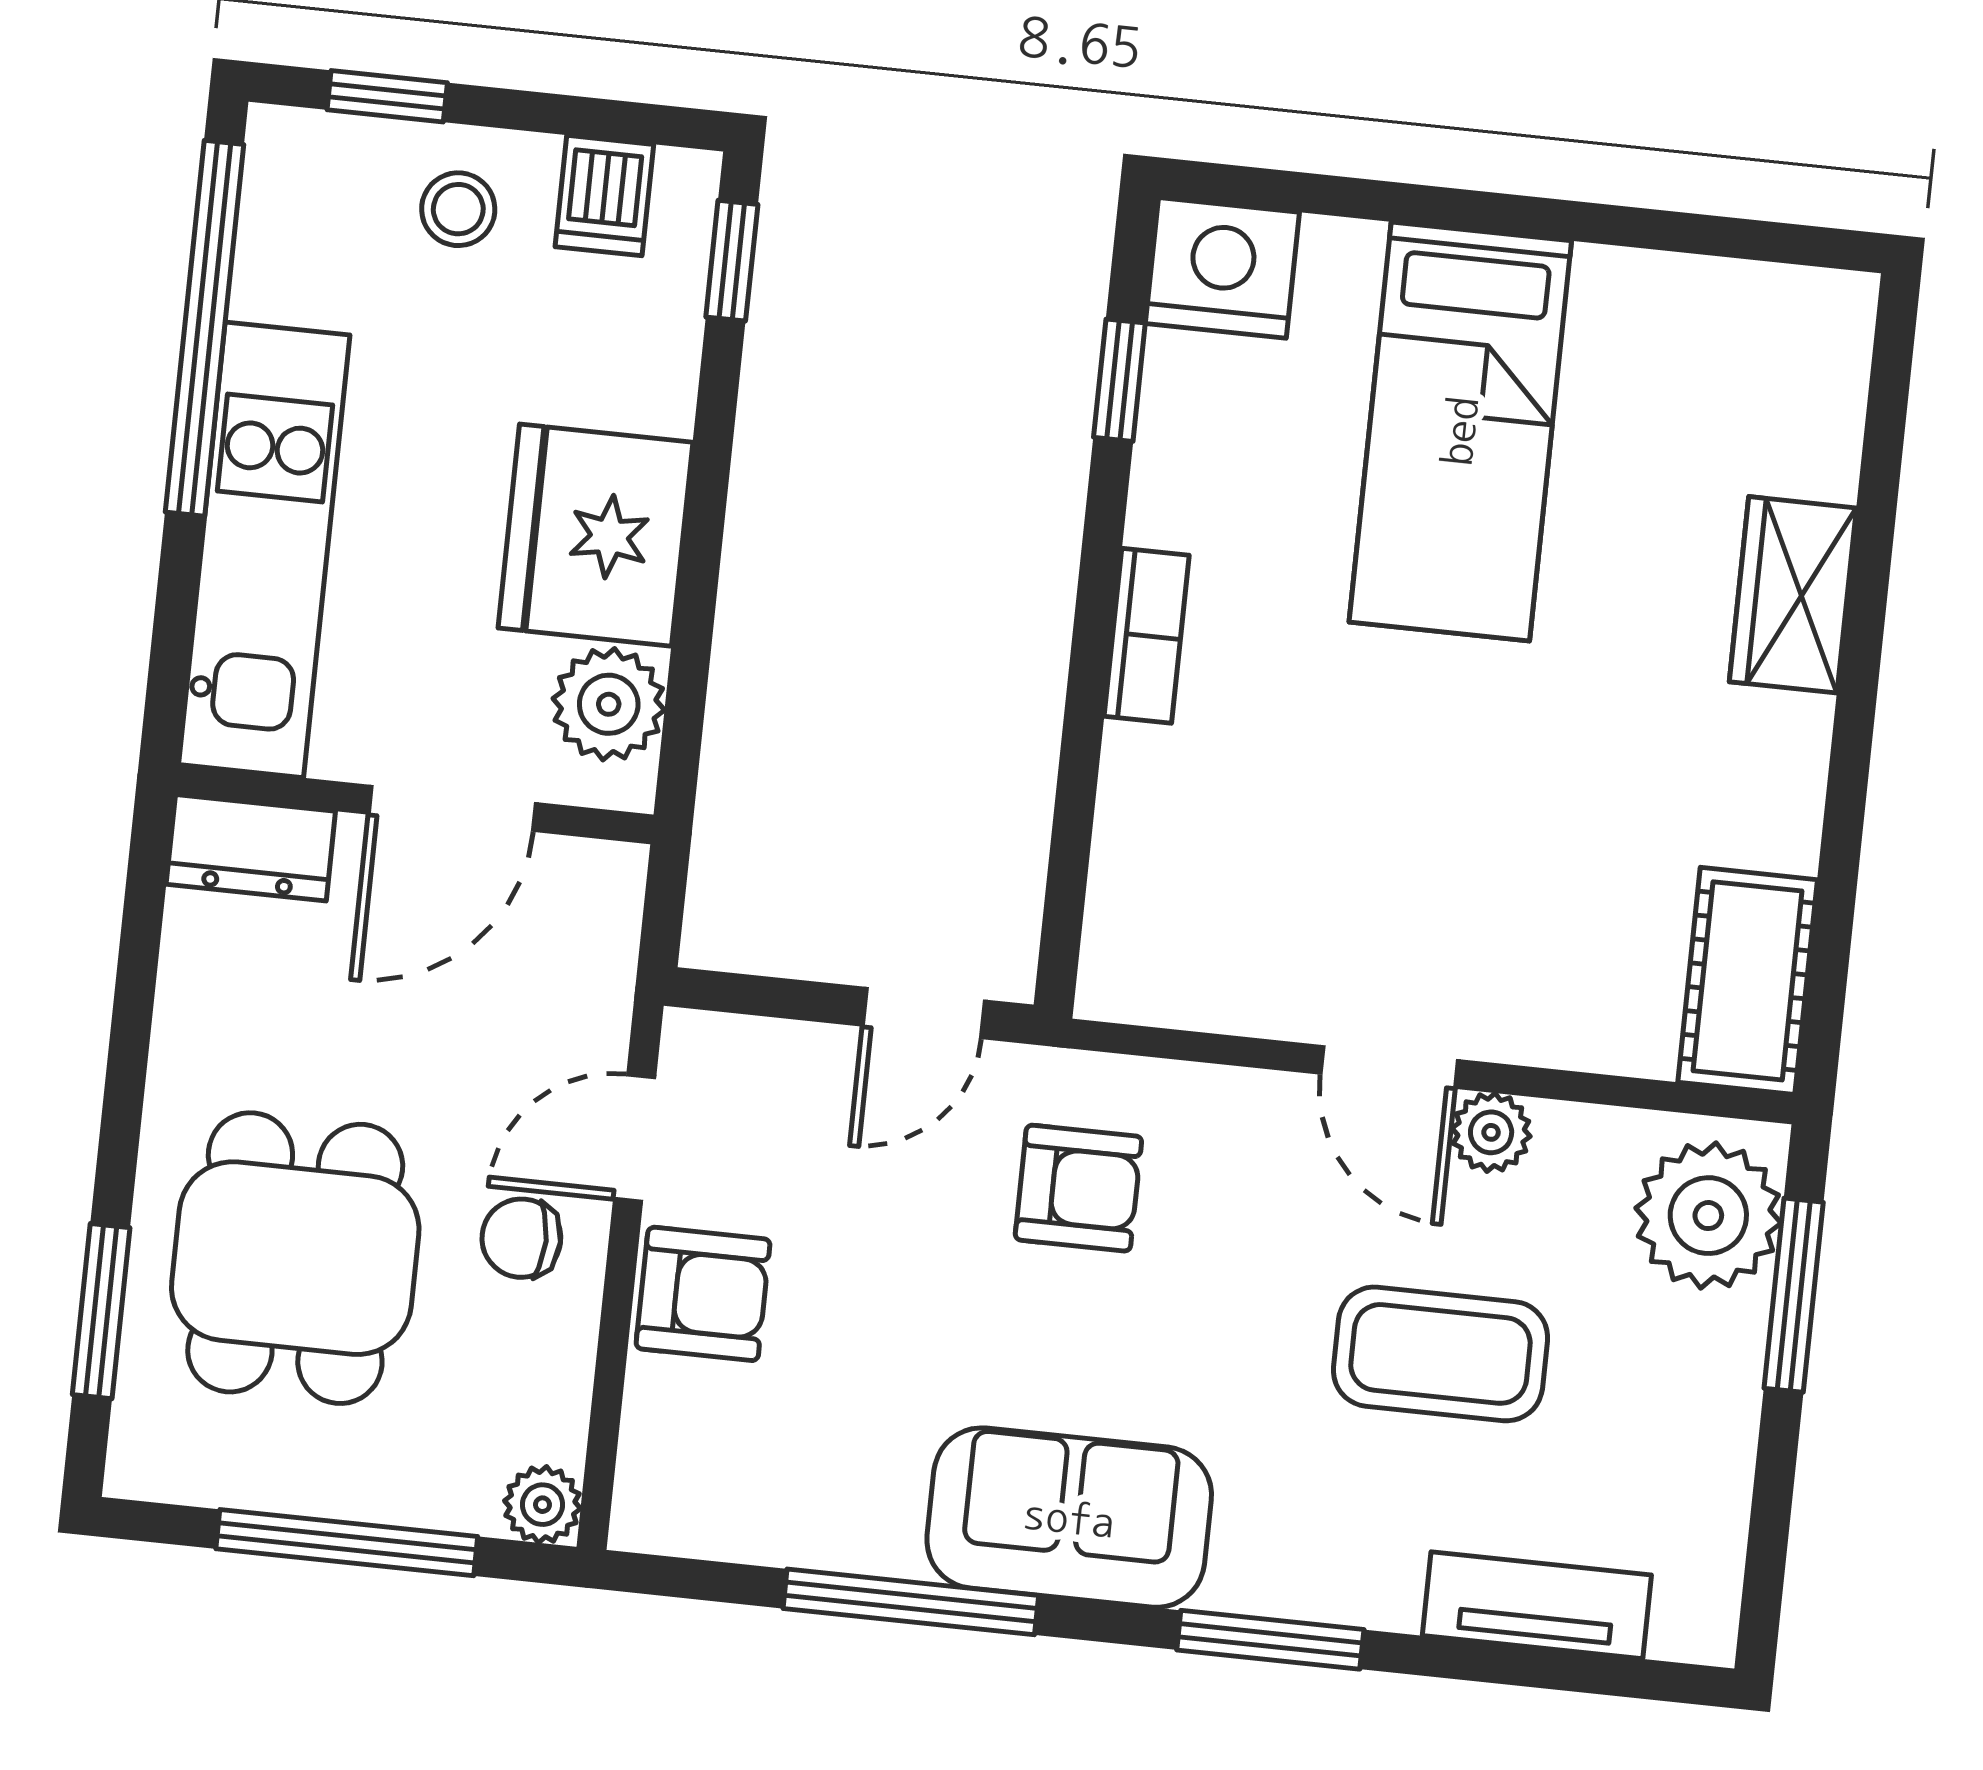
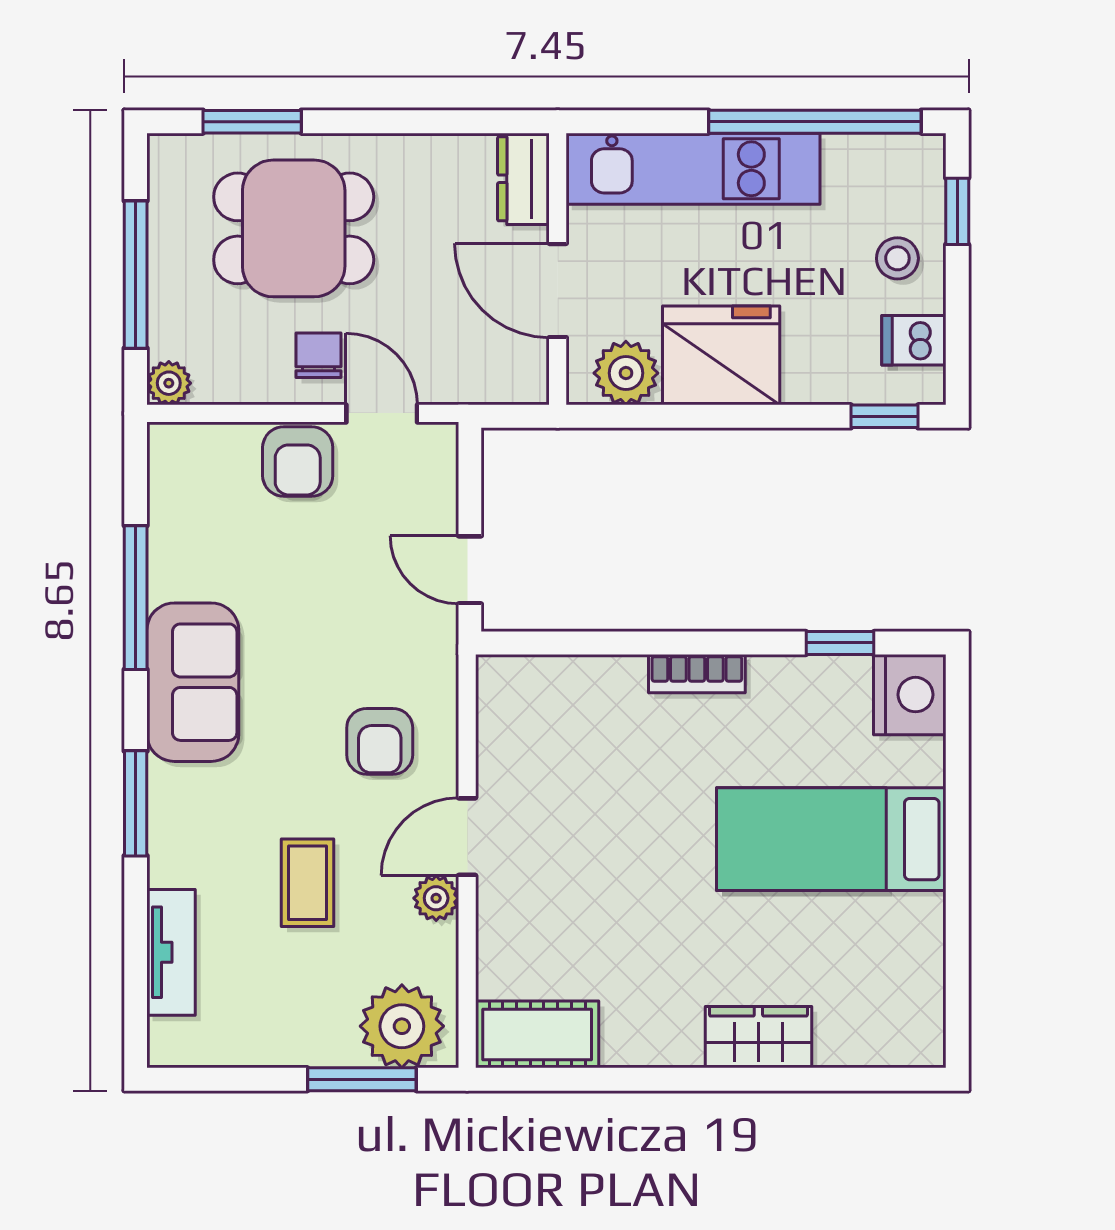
armchair: (1078, 1188) -> (380, 741), moved
coffee table: (1440, 1354) -> (308, 883), width x0.73, depth x0.77

